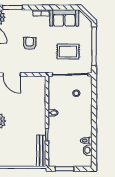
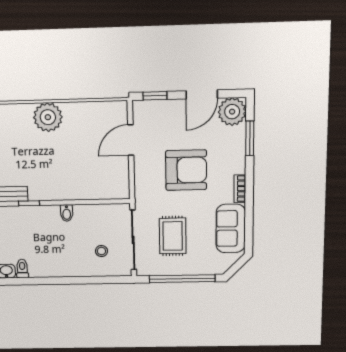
armchair: (30, 43) -> (186, 170), width x1.88, depth x1.88

